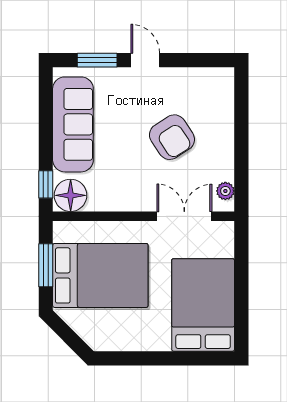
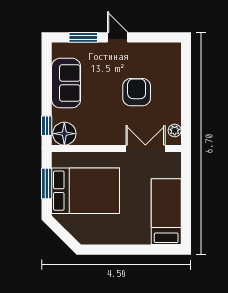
sofa: (73, 124) -> (66, 83), width x0.73
armchair: (172, 137) -> (137, 92), turned -147
bed: (203, 305) -> (166, 212), width x0.67

